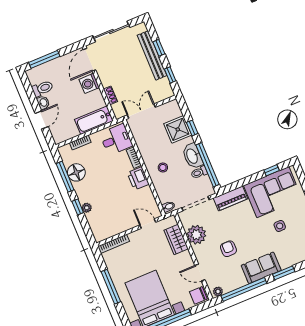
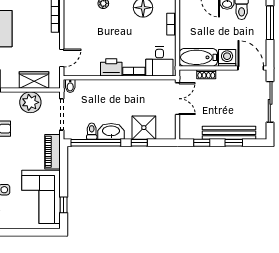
bathtub: (94, 120) -> (198, 57), moved, turned -90
stool: (163, 167) -> (112, 97), removed

